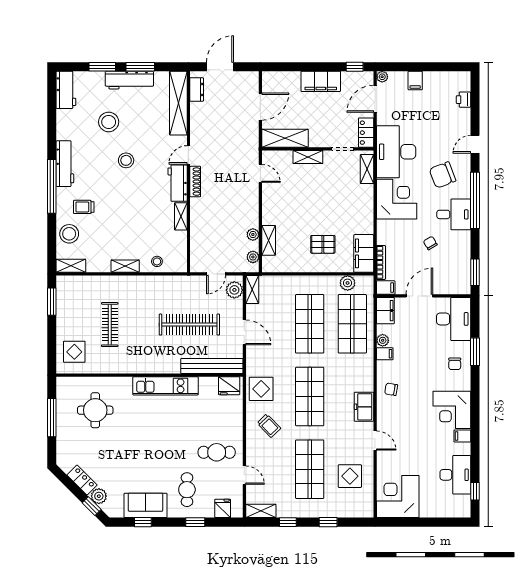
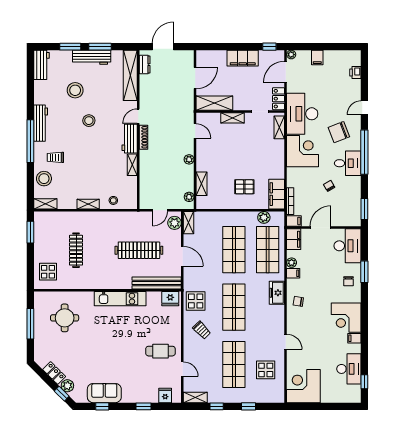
plant: (253, 234) -> (189, 159), moved
freezer: (364, 407) -> (277, 293), moved
cafe table: (187, 490) -> (137, 381), removed

